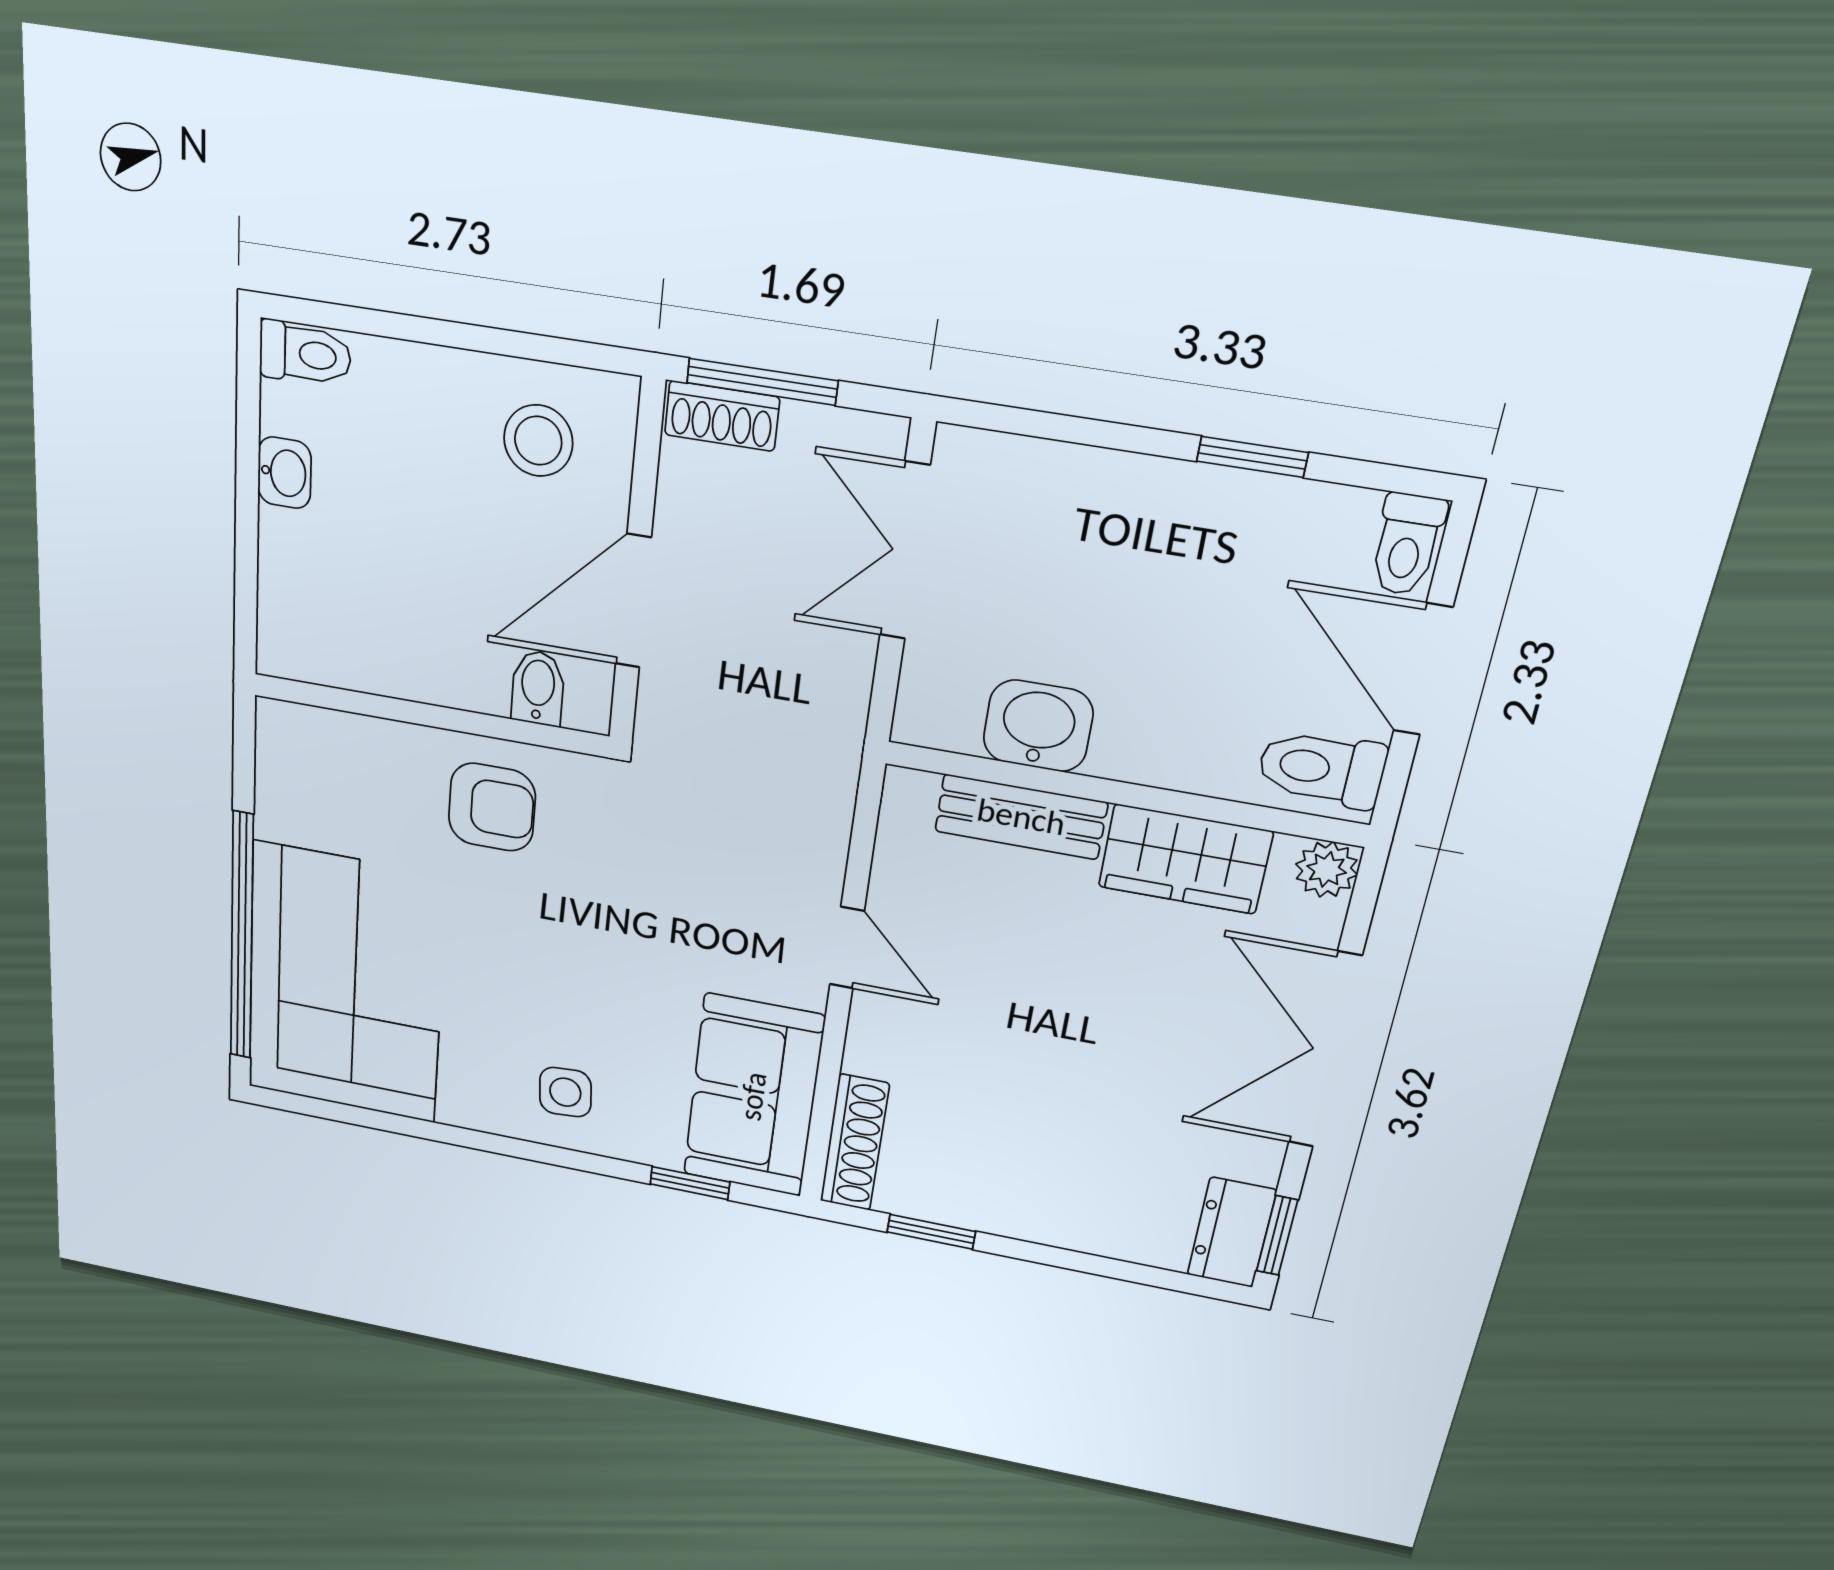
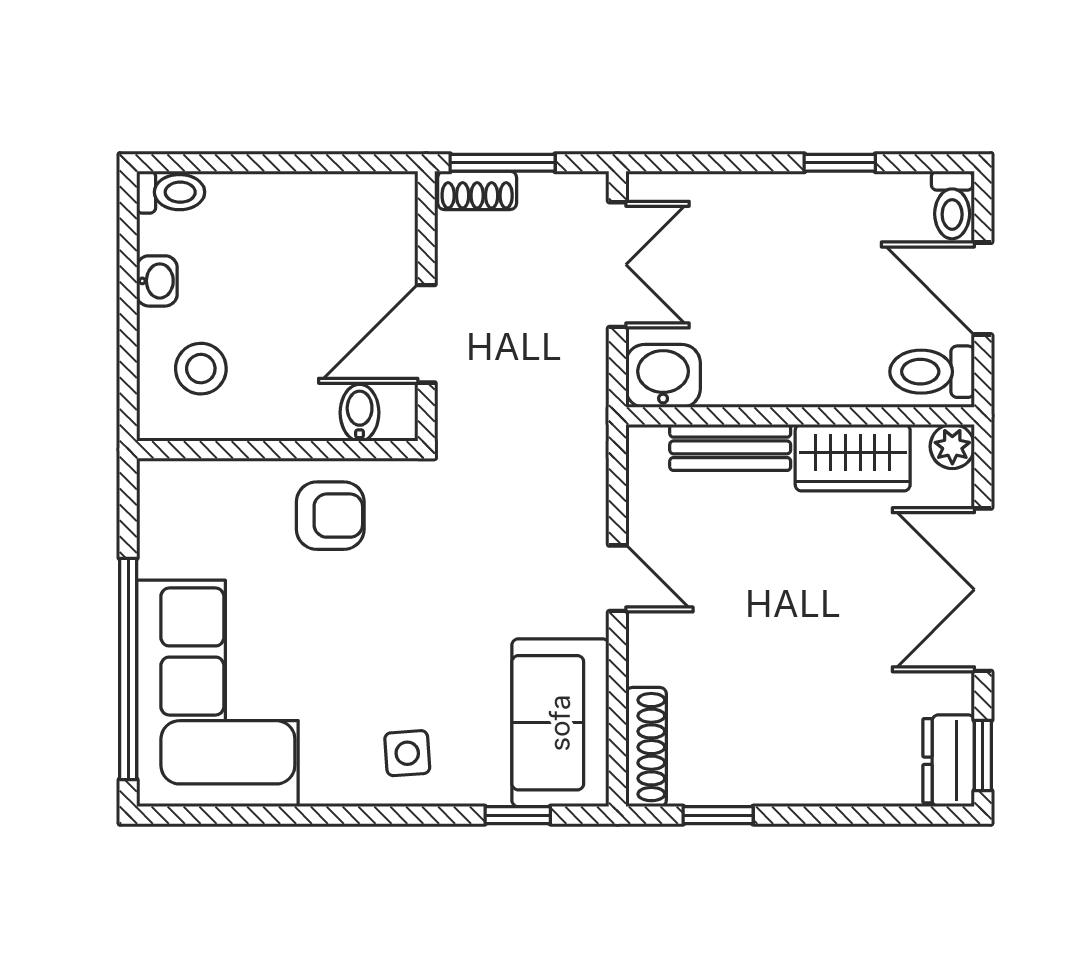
stool: (538, 441) -> (201, 369), moved
double door: (905, 551) -> (617, 265), swing flipped
washbasin: (1038, 726) -> (663, 376), moved

